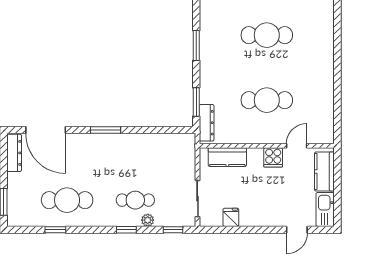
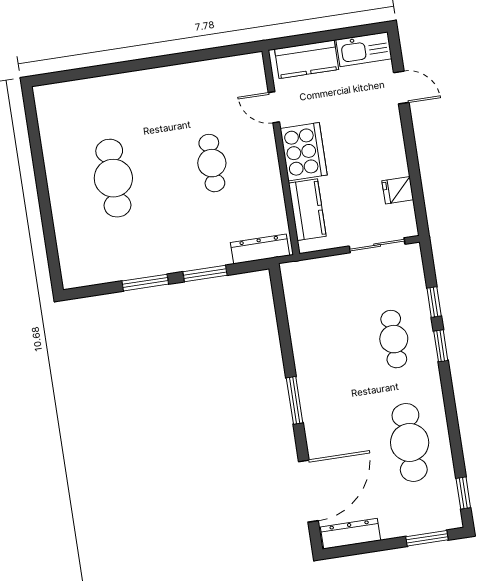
cafe table: (267, 100) -> (212, 163), width x0.73, depth x0.74
window: (196, 102) -> (205, 273), moved
cooker: (273, 157) -> (304, 152), width x1.87, depth x1.31
plant: (148, 220) -> (421, 316), removed
window: (55, 230) -> (463, 493), moved
window: (173, 230) -> (434, 302), moved

